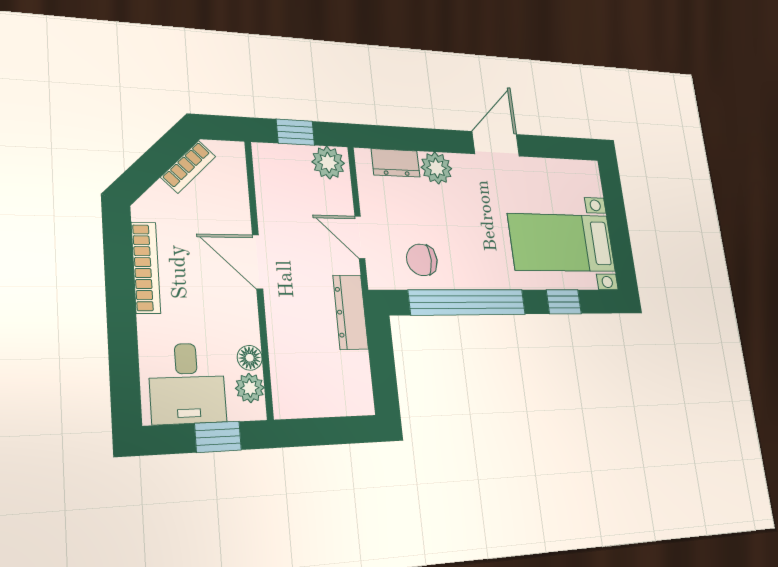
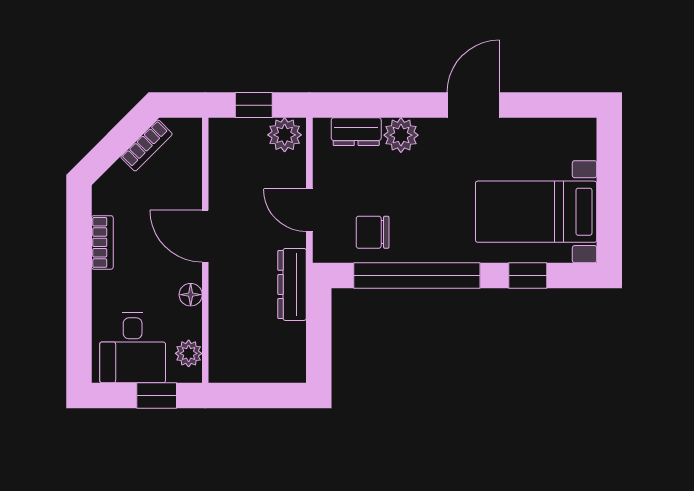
bookcase: (146, 268) -> (102, 242), width x0.64
floor lamp: (250, 358) -> (191, 295), moved

